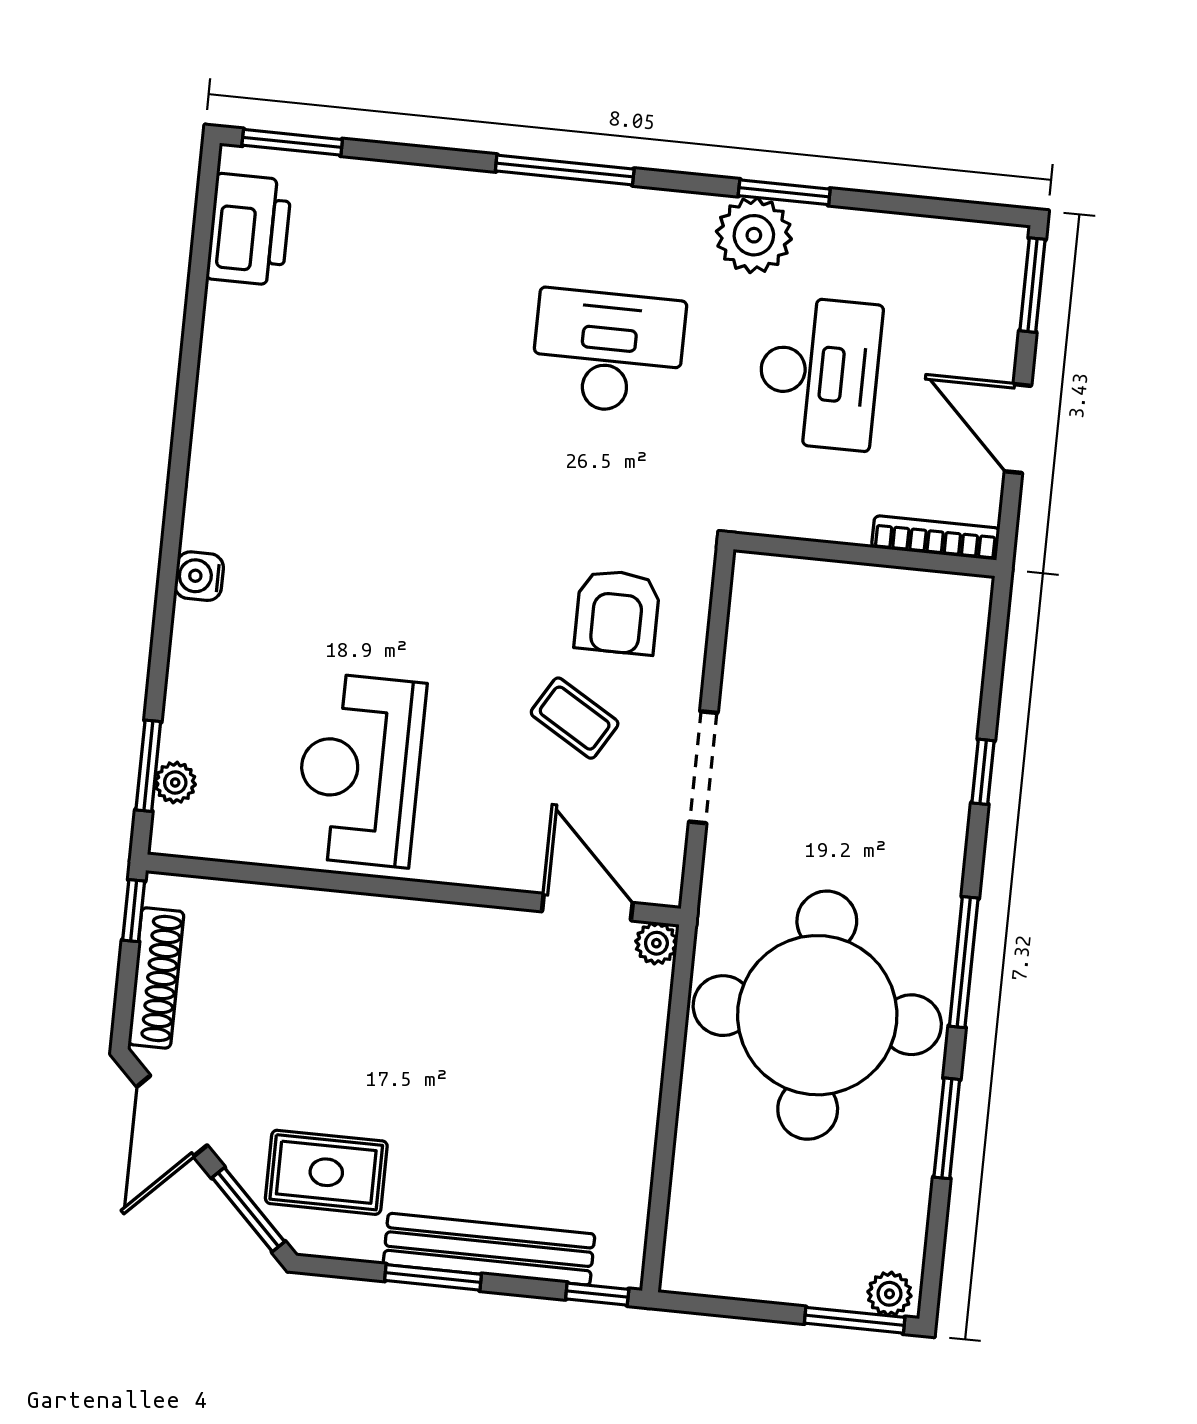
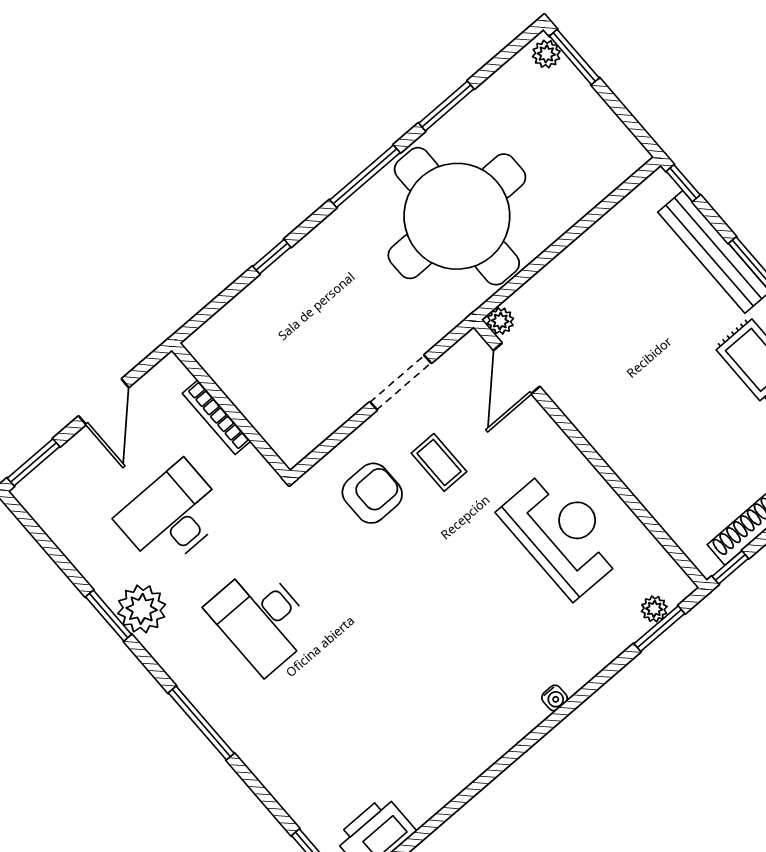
bookcase: (936, 538) -> (217, 417), moved
water cooler: (199, 576) -> (555, 698), width x0.72, depth x0.72
coffee table: (575, 718) -> (439, 462), turned -31
reception desk: (360, 770) -> (562, 533), turned -90

